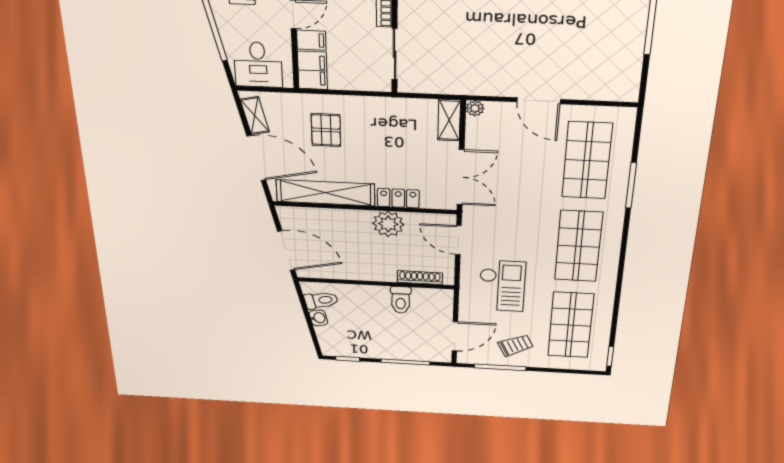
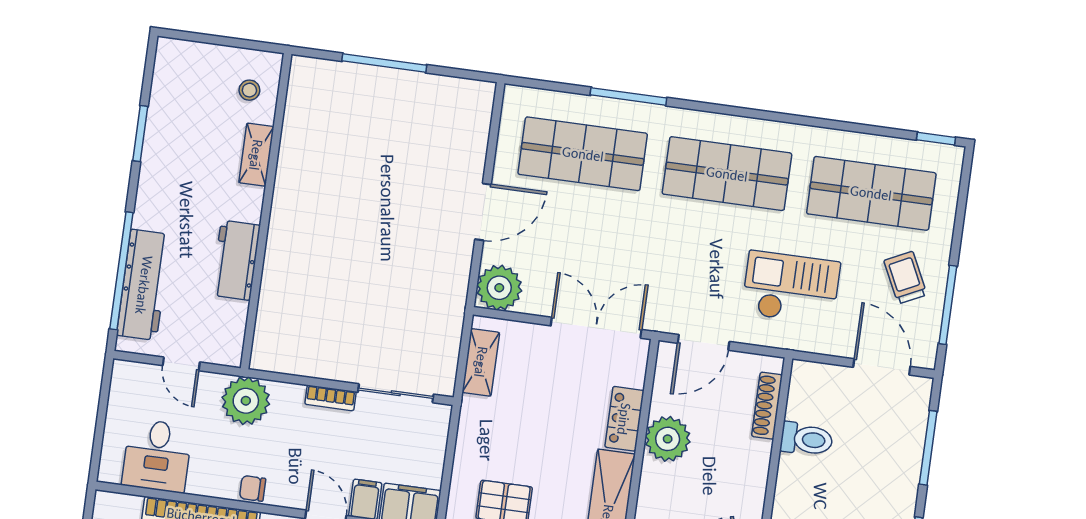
plant: (475, 108) -> (499, 288), width x1.88, depth x1.88
shelving: (449, 120) -> (481, 362), moved, turned 90

